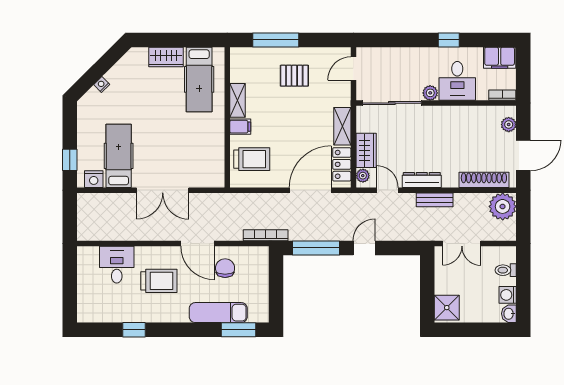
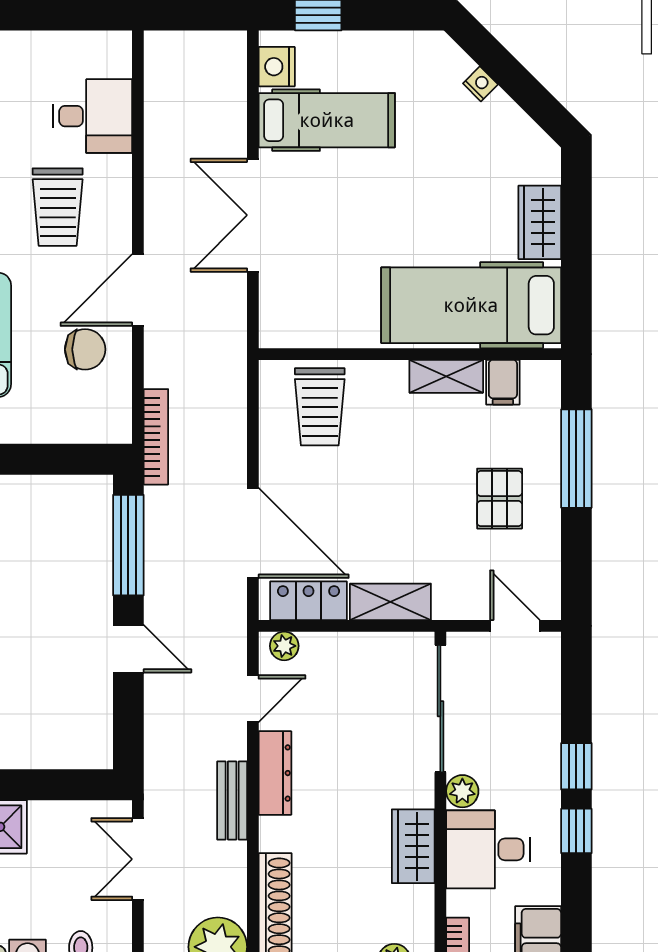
window: (419, 40) -> (576, 766), added
hospital bed: (199, 79) -> (471, 305), width x1.37, depth x1.29
filing cabinet: (240, 127) -> (503, 382), moved
wardrobe: (366, 150) -> (413, 846), moved, turned 90

